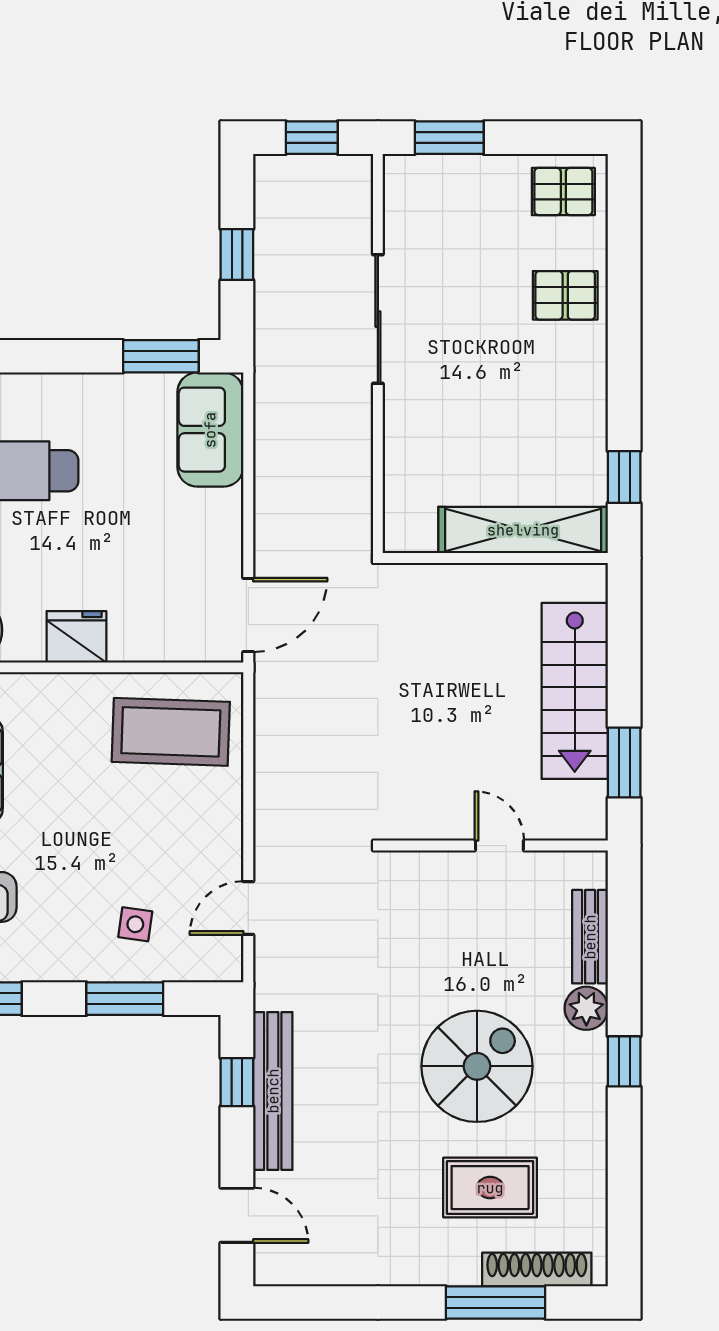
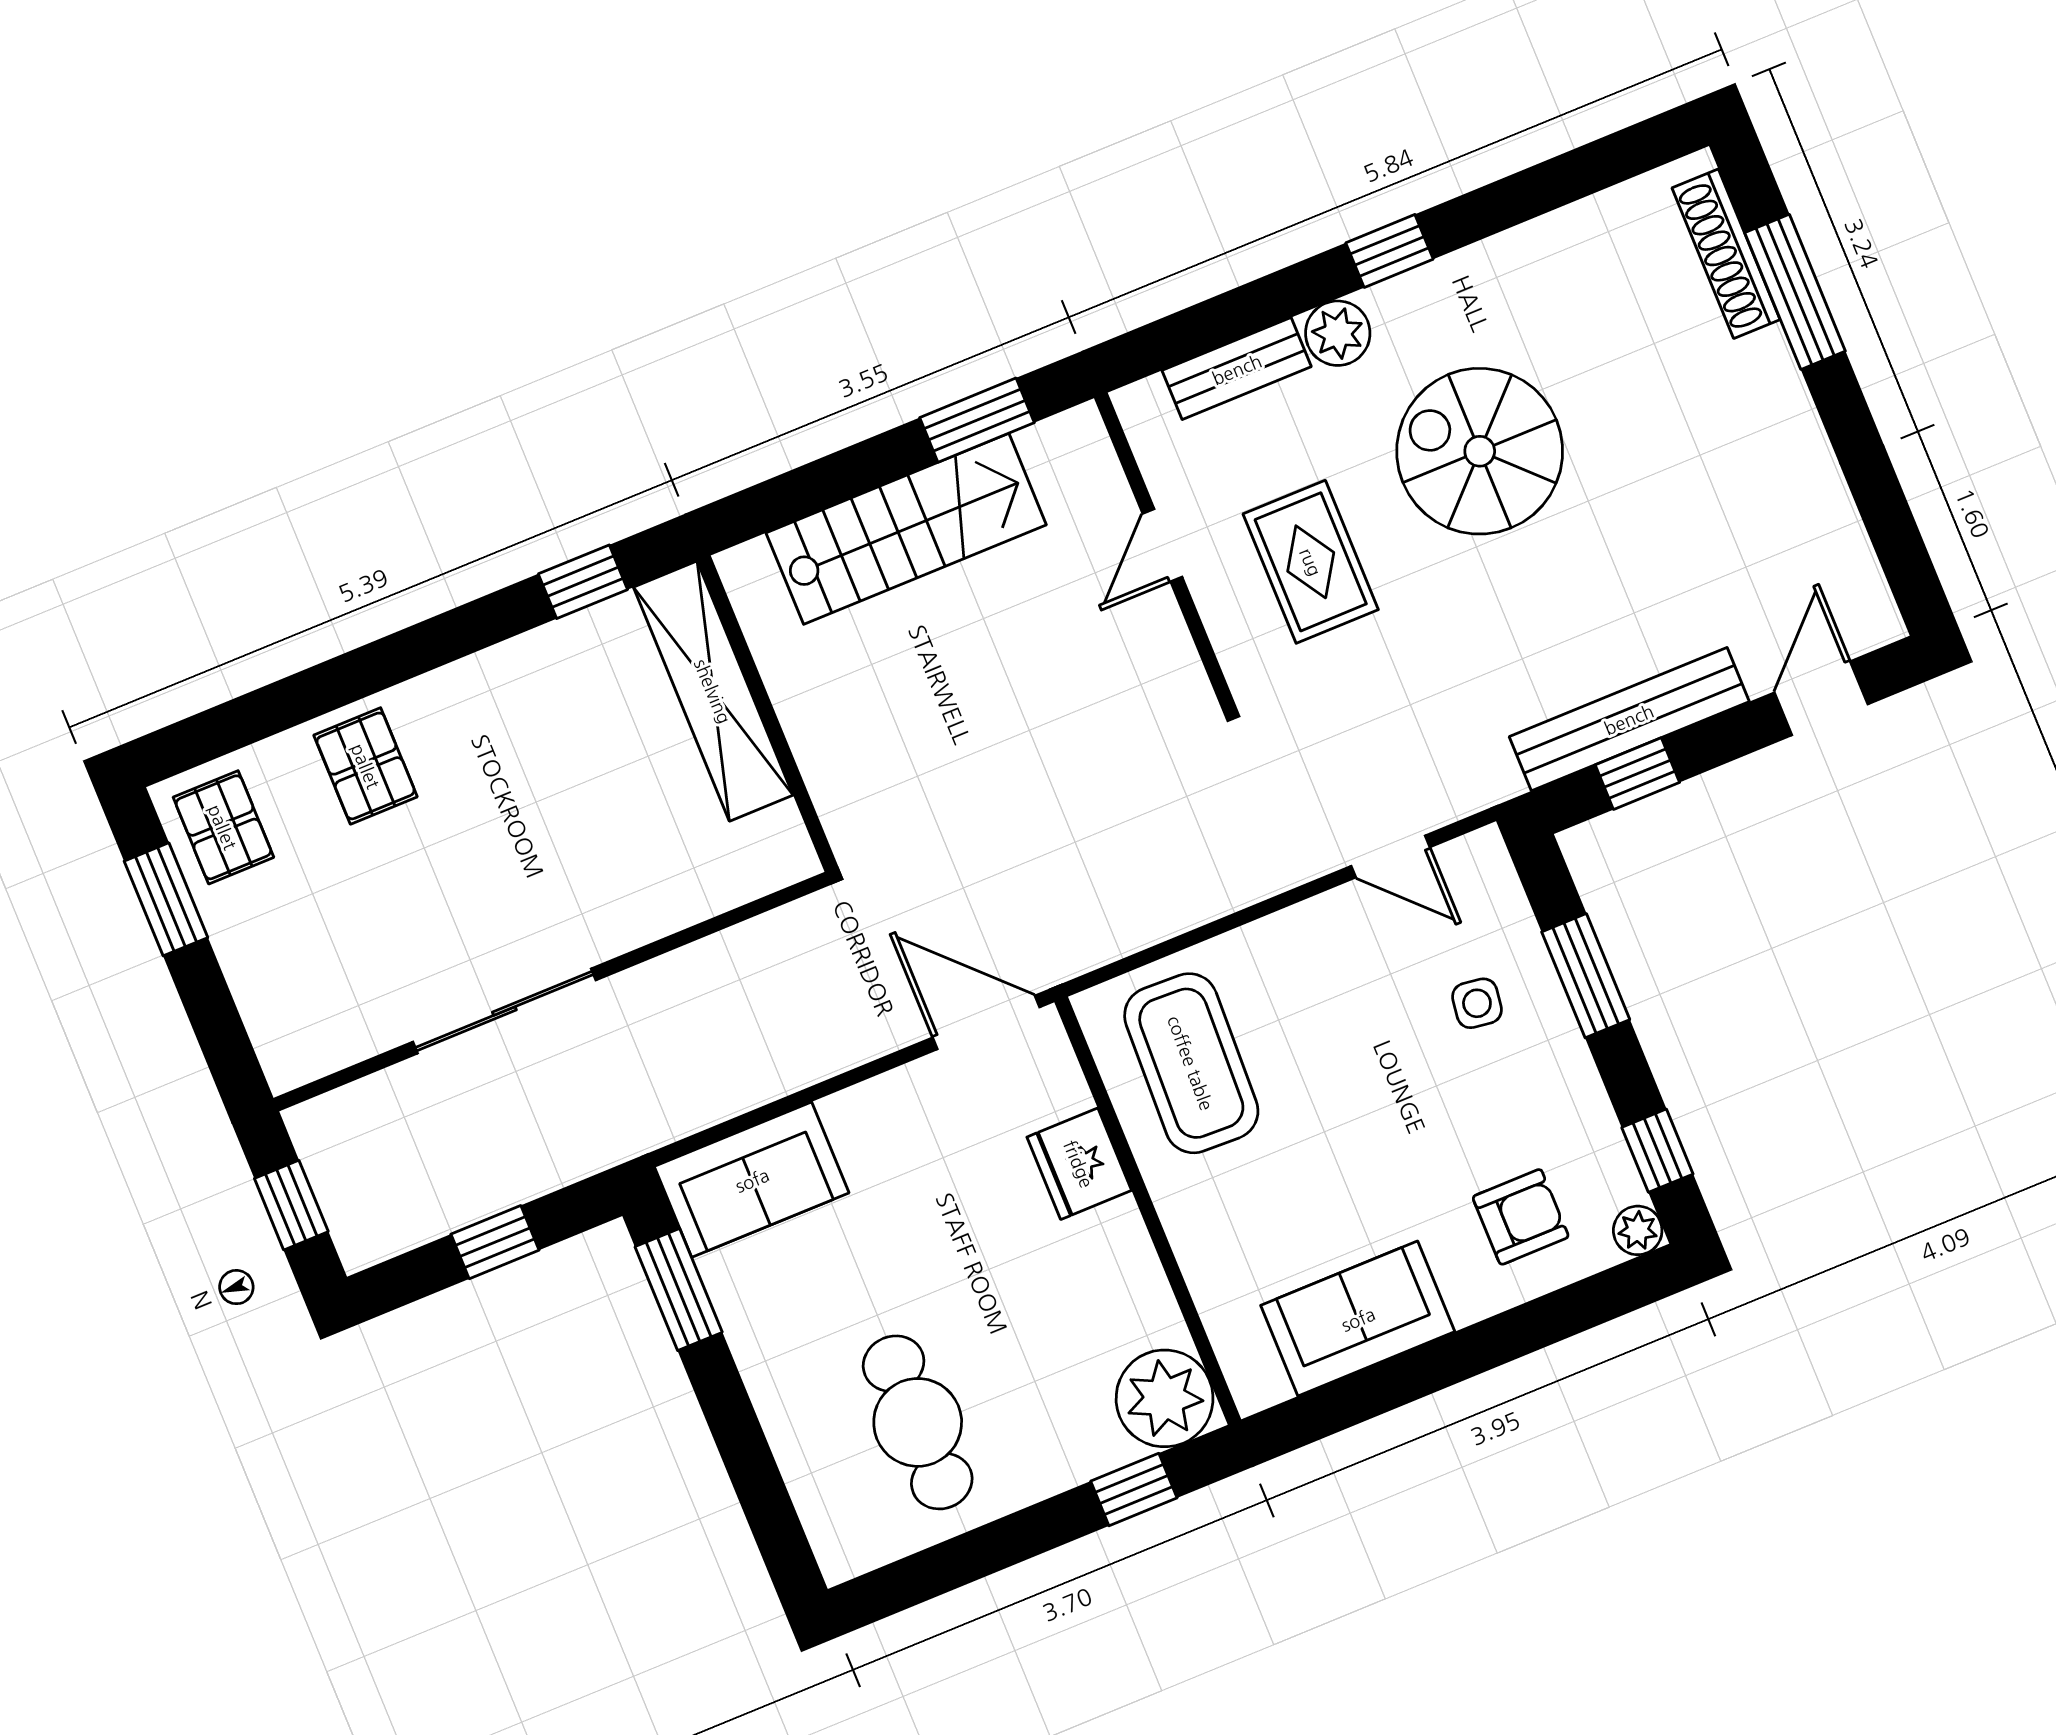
window: (449, 138) -> (166, 899), moved
fridge: (76, 637) -> (1079, 1164), moved
rug: (490, 1188) -> (1311, 562), moved

